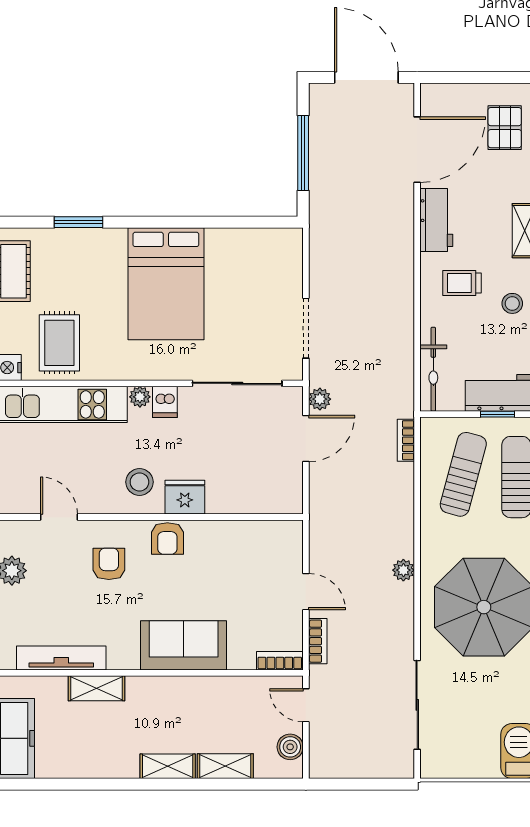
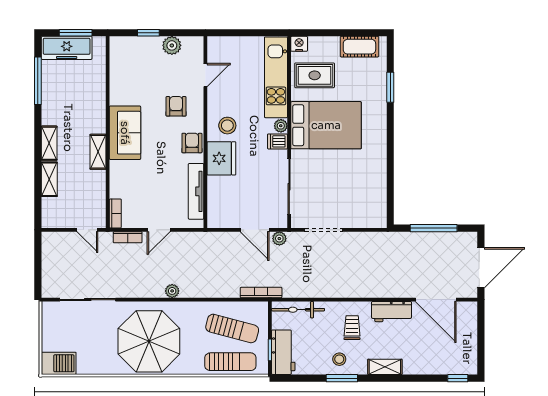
pallet: (505, 128) -> (449, 354), removed
bed: (166, 284) -> (326, 125), moved, turned 180
bookcase: (406, 440) -> (261, 293), width x1.56
fridge: (185, 497) -> (221, 158), width x1.36, depth x1.34
armchair: (167, 538) -> (192, 143), turned 90
armchair: (109, 564) -> (176, 106), turned -90
sofa: (184, 645) -> (125, 133), moved
tv unit: (61, 658) -> (196, 191), moved, turned 180
shelving: (97, 688) -> (98, 152), moved
door: (306, 705) -> (87, 230), swing flipped
boiler: (290, 747) -> (61, 220), removed
window: (68, 784) -> (38, 81), added

